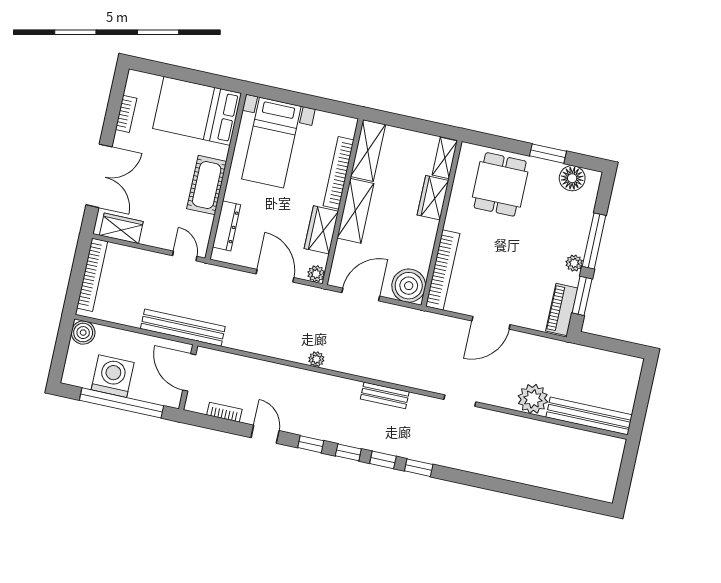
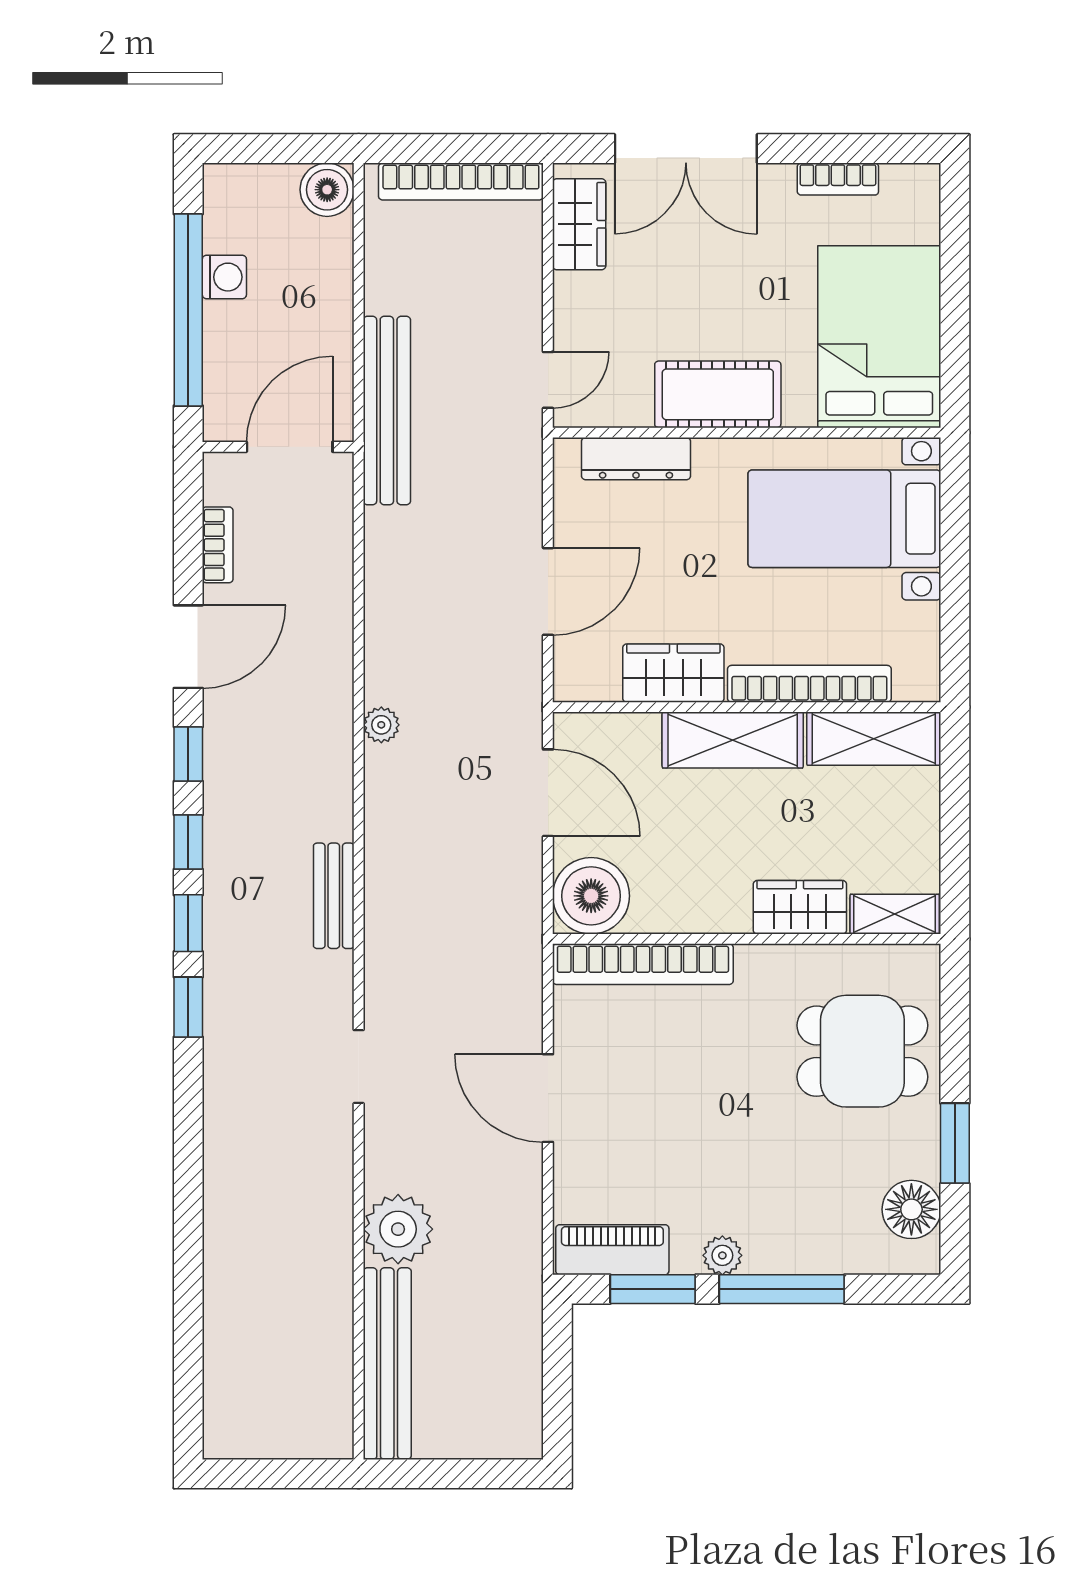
plant: (316, 274) -> (572, 683), removed
washing machine: (113, 376) -> (224, 277), width x0.53, depth x0.53
door: (265, 434) -> (188, 647), width x1.38

